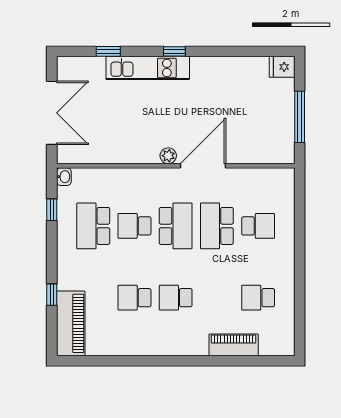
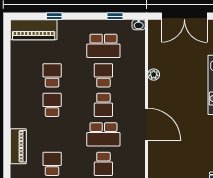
plant: (168, 156) -> (154, 75), moved
school desk: (93, 226) -> (103, 46), turned 180
school desk: (176, 226) -> (103, 105), width x0.54
school desk: (217, 226) -> (103, 134), turned 180

